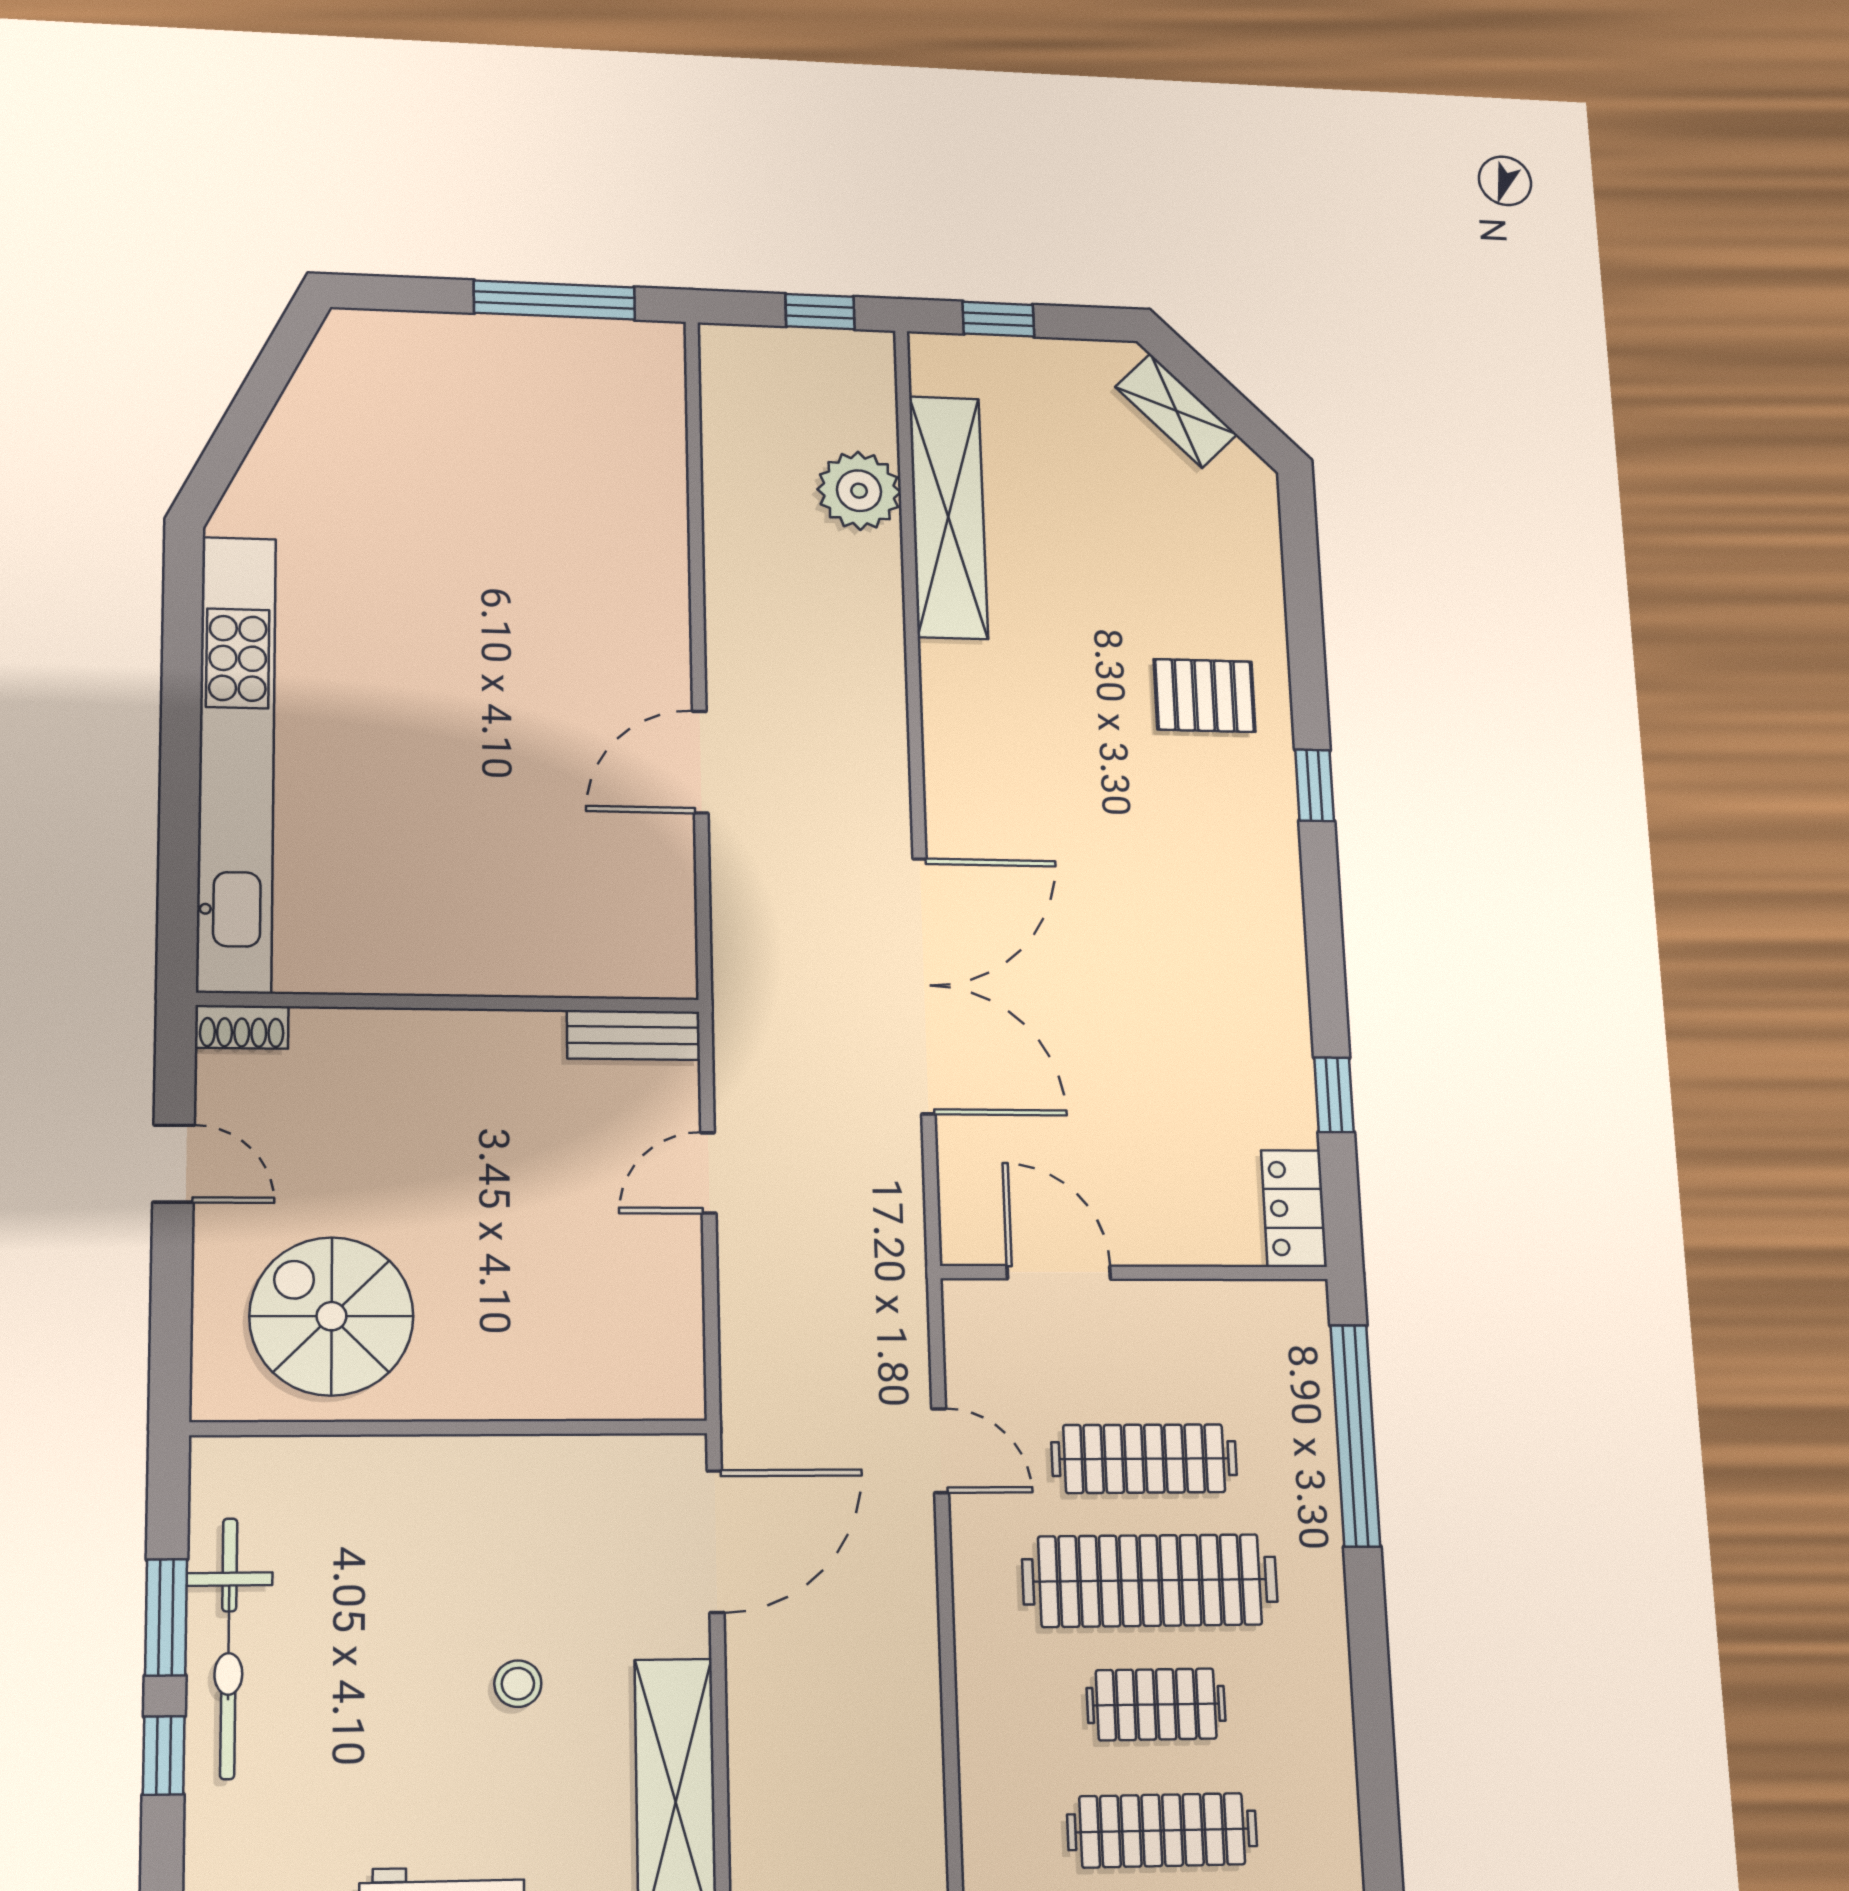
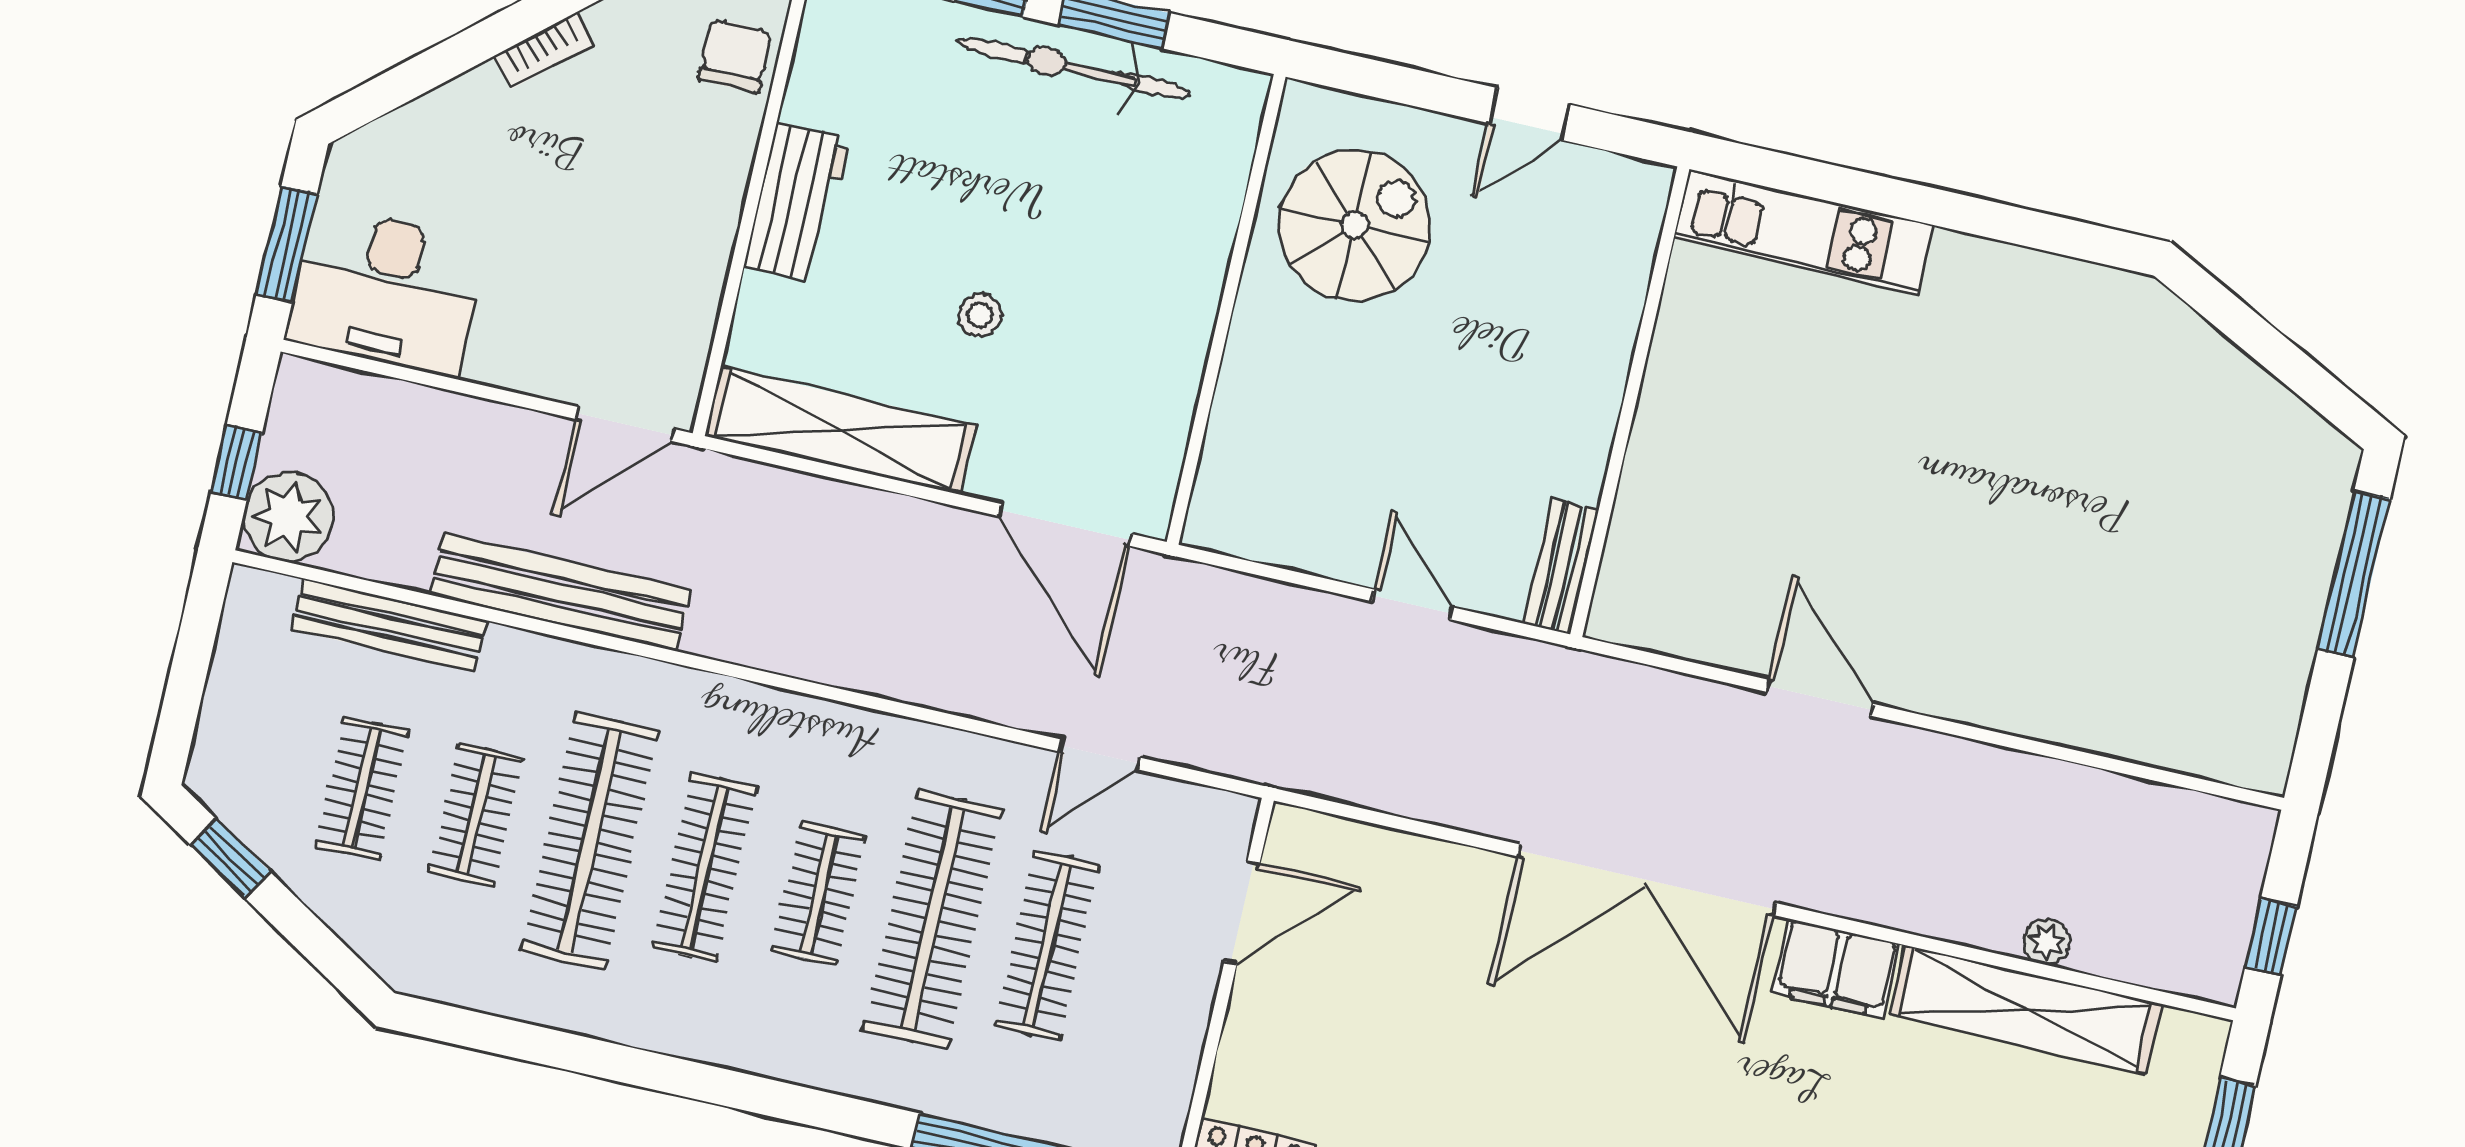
window: (555, 300) -> (2354, 574), moved
plant: (859, 491) -> (2047, 942), width x0.53, depth x0.53
filing cabinet: (957, 696) -> (1836, 969), added
kitchen unit: (236, 762) -> (1804, 232), width x0.54
double door: (924, 985) -> (1647, 880), moved
shoe rack: (242, 1027) -> (1647, 204), removed

